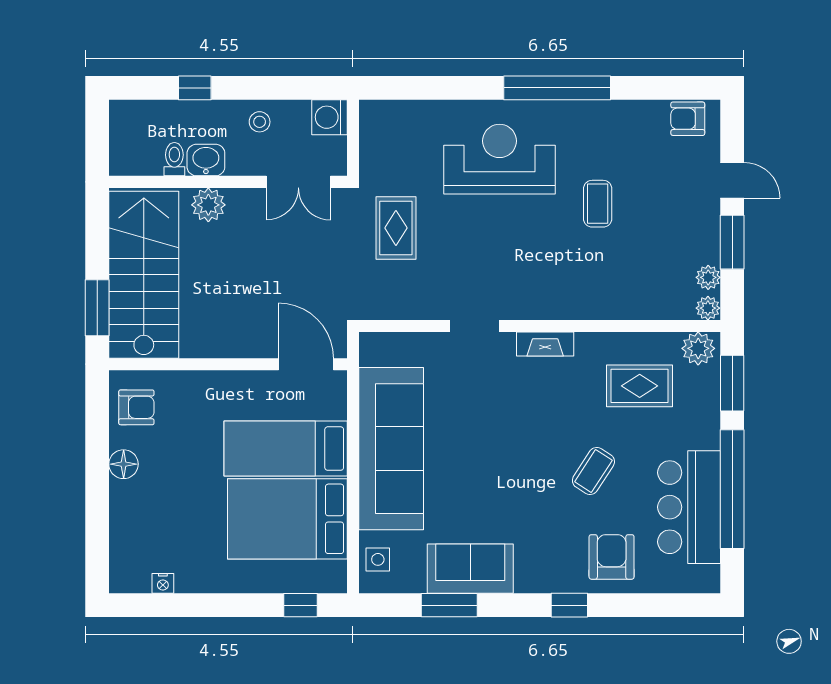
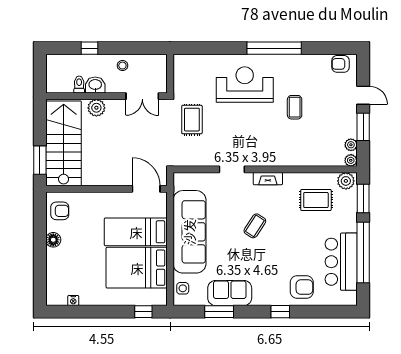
washing machine: (329, 117) -> (158, 63), removed
coffee table: (593, 471) -> (255, 226), moved
armchair: (612, 557) -> (302, 287), turned 90

